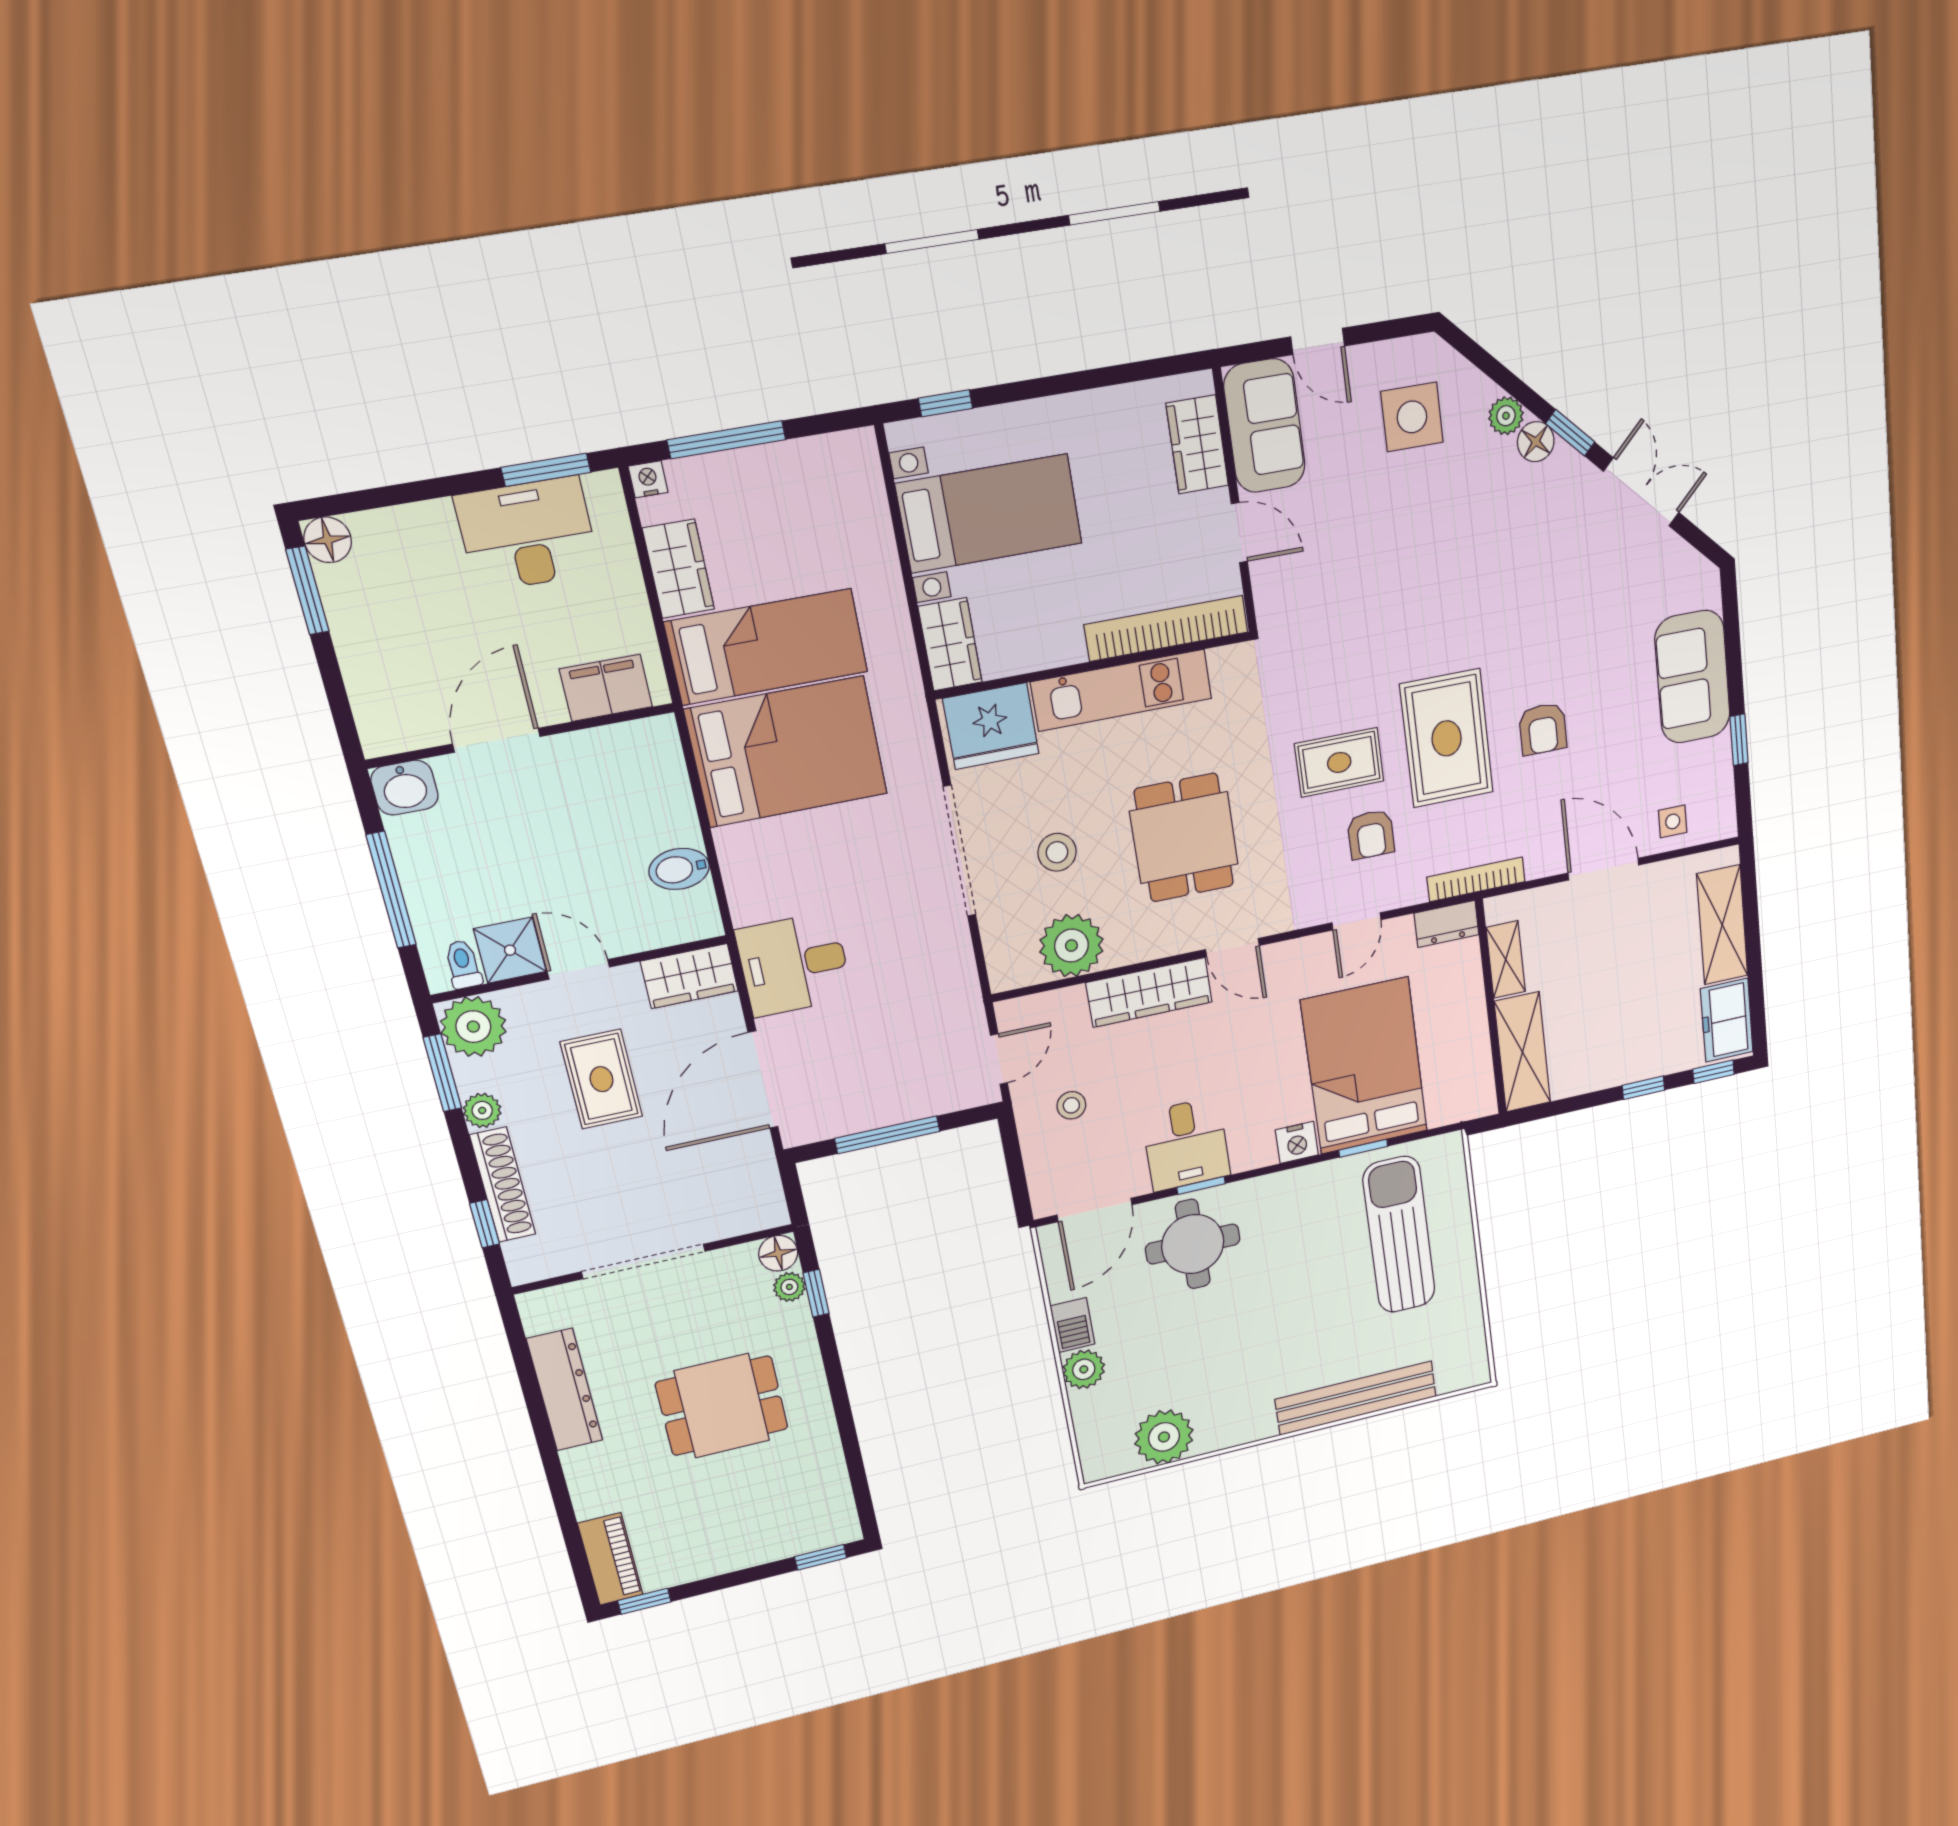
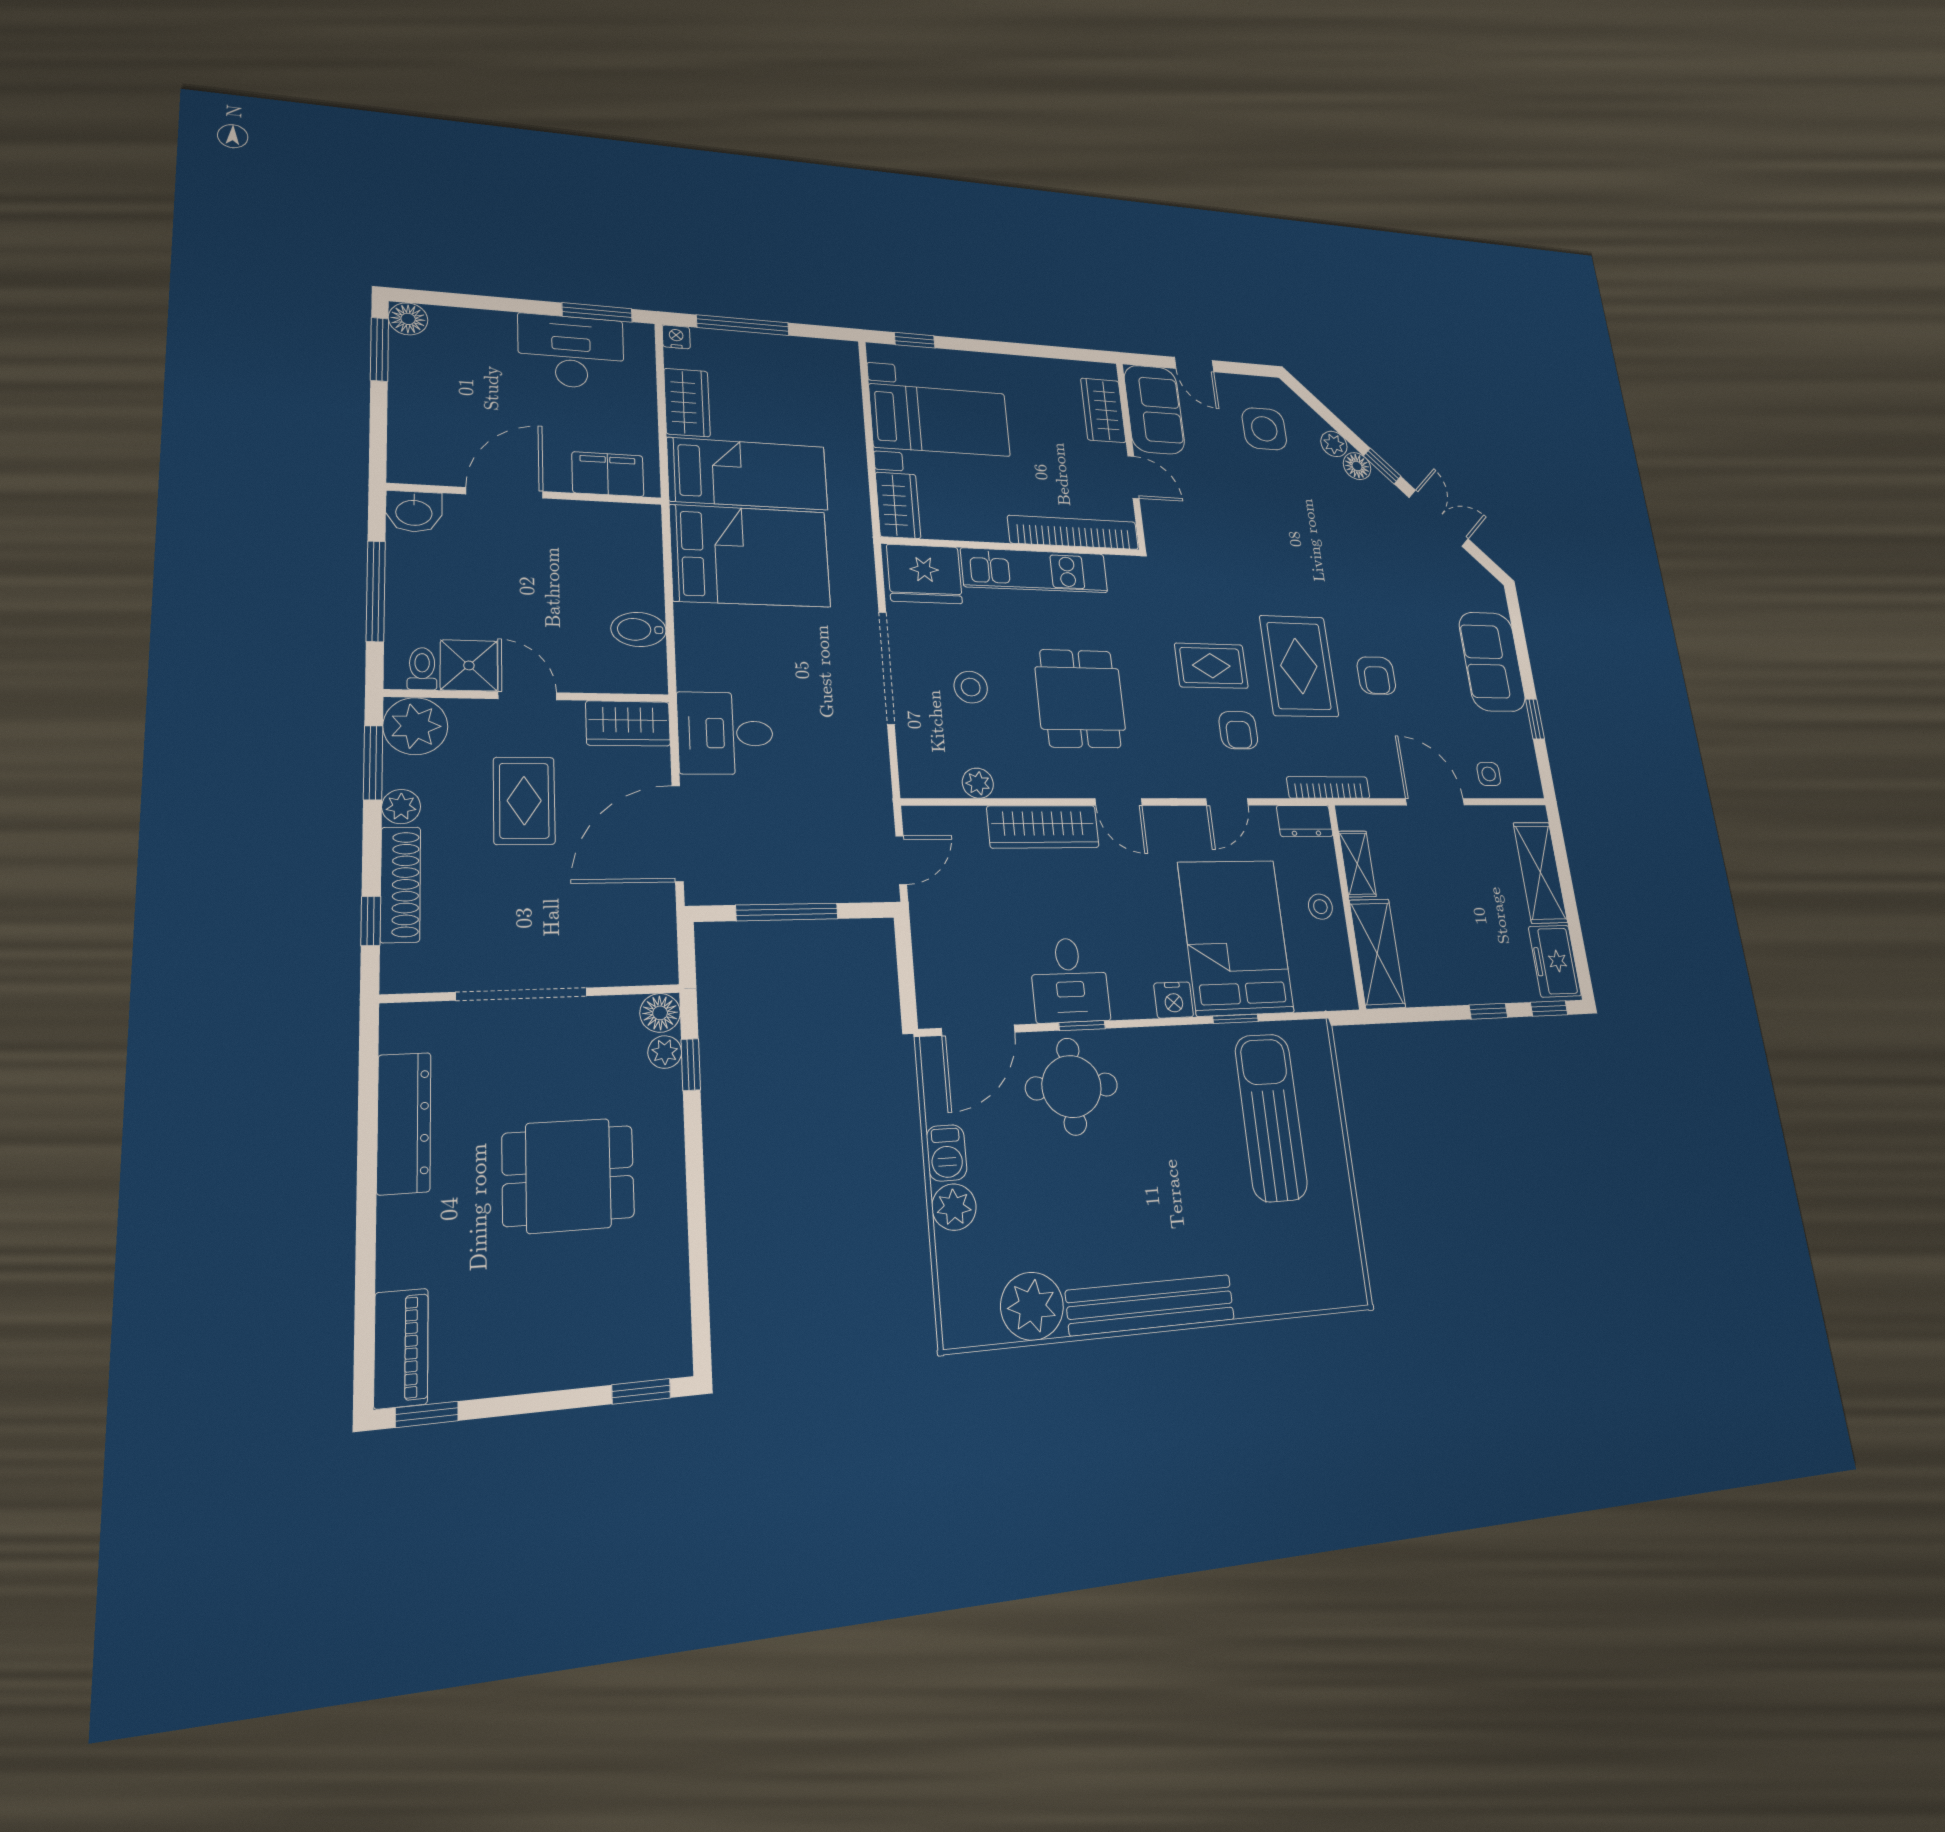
plant: (1071, 946) -> (978, 783), width x0.53, depth x0.53
stool: (1071, 1105) -> (1320, 907), moved
bench: (1356, 1398) -> (1151, 1305), moved

